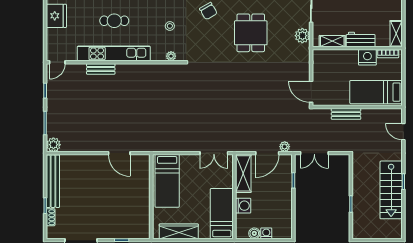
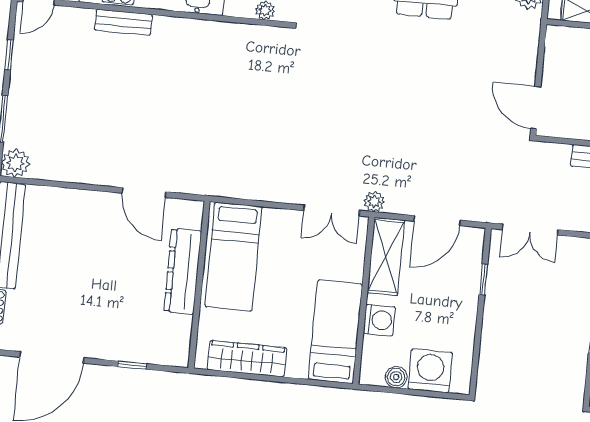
plant: (285, 147) -> (374, 202), moved
dresser: (142, 191) -> (183, 271), added
washing machine: (266, 233) -> (430, 371), width x1.89, depth x1.89

